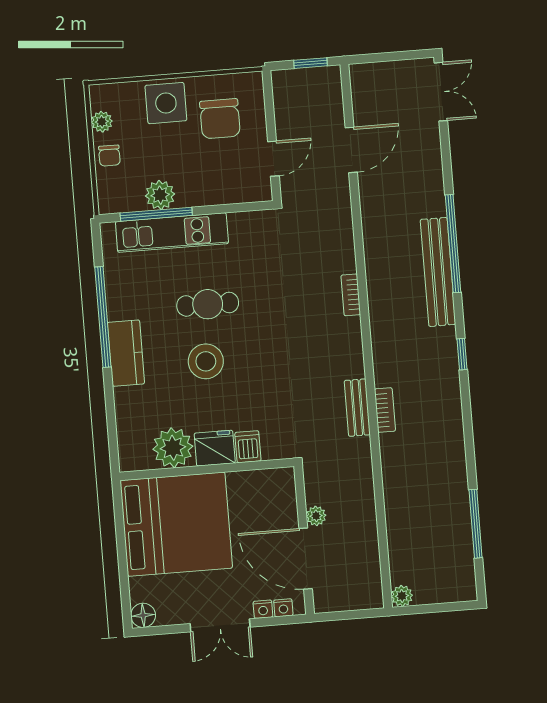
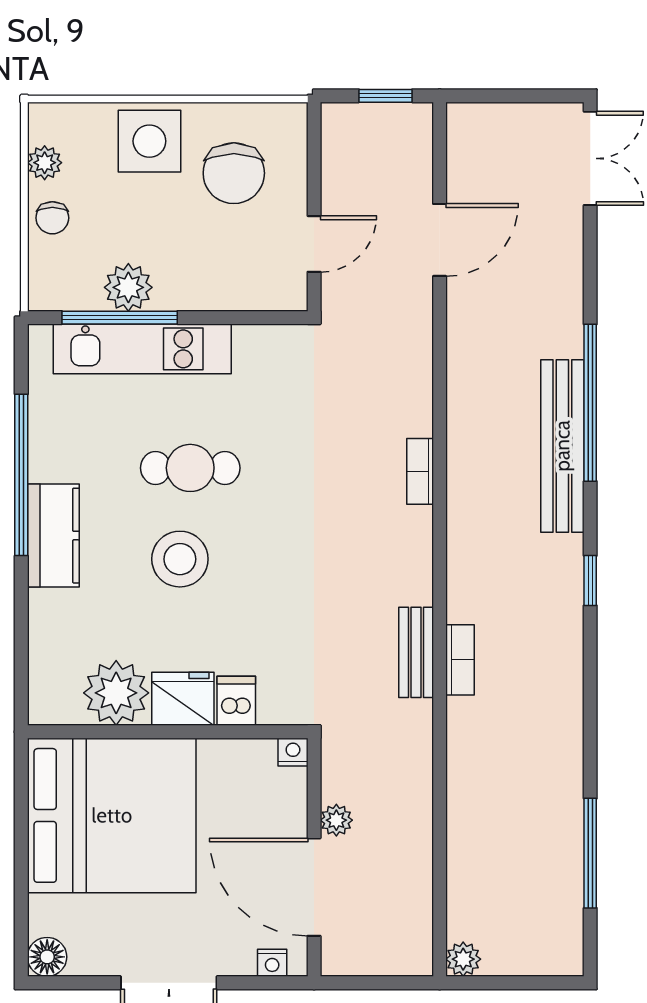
nightstand: (263, 609) -> (293, 752), moved, turned 180

